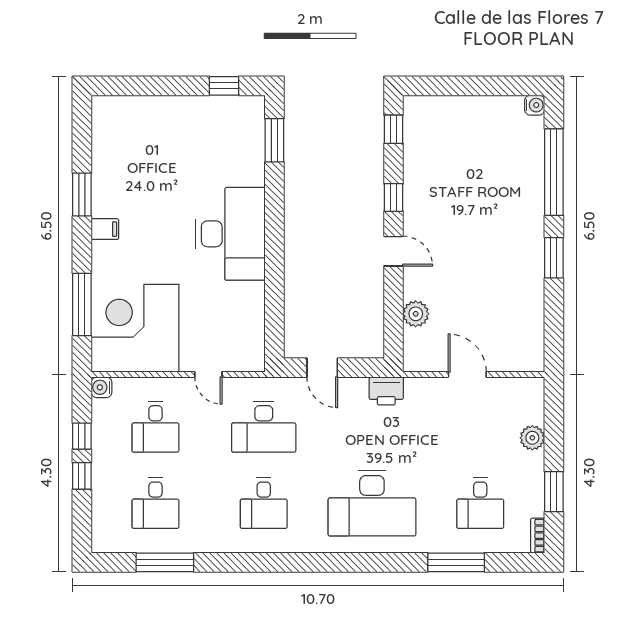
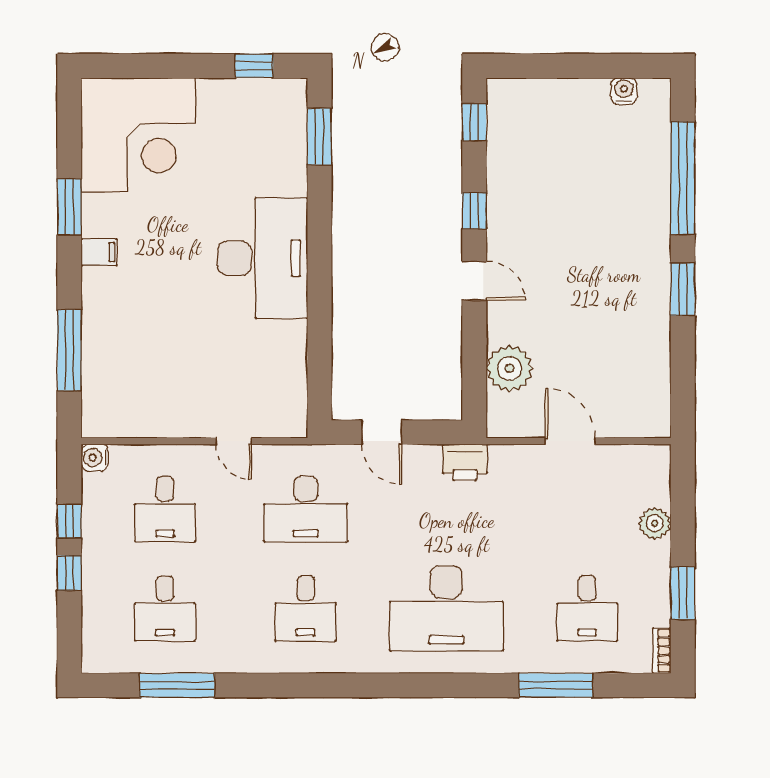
water cooler: (535, 105) -> (624, 91), moved, turned -90
plant: (416, 314) -> (509, 368), width x1.36, depth x1.36
corner desk: (135, 328) -> (138, 135), moved, turned 180

